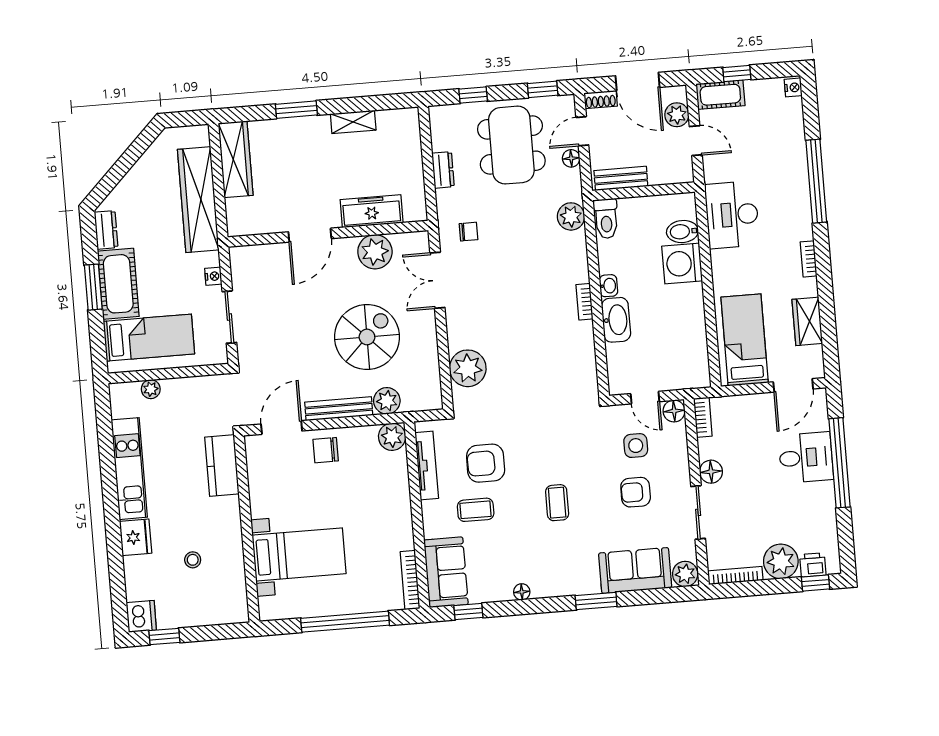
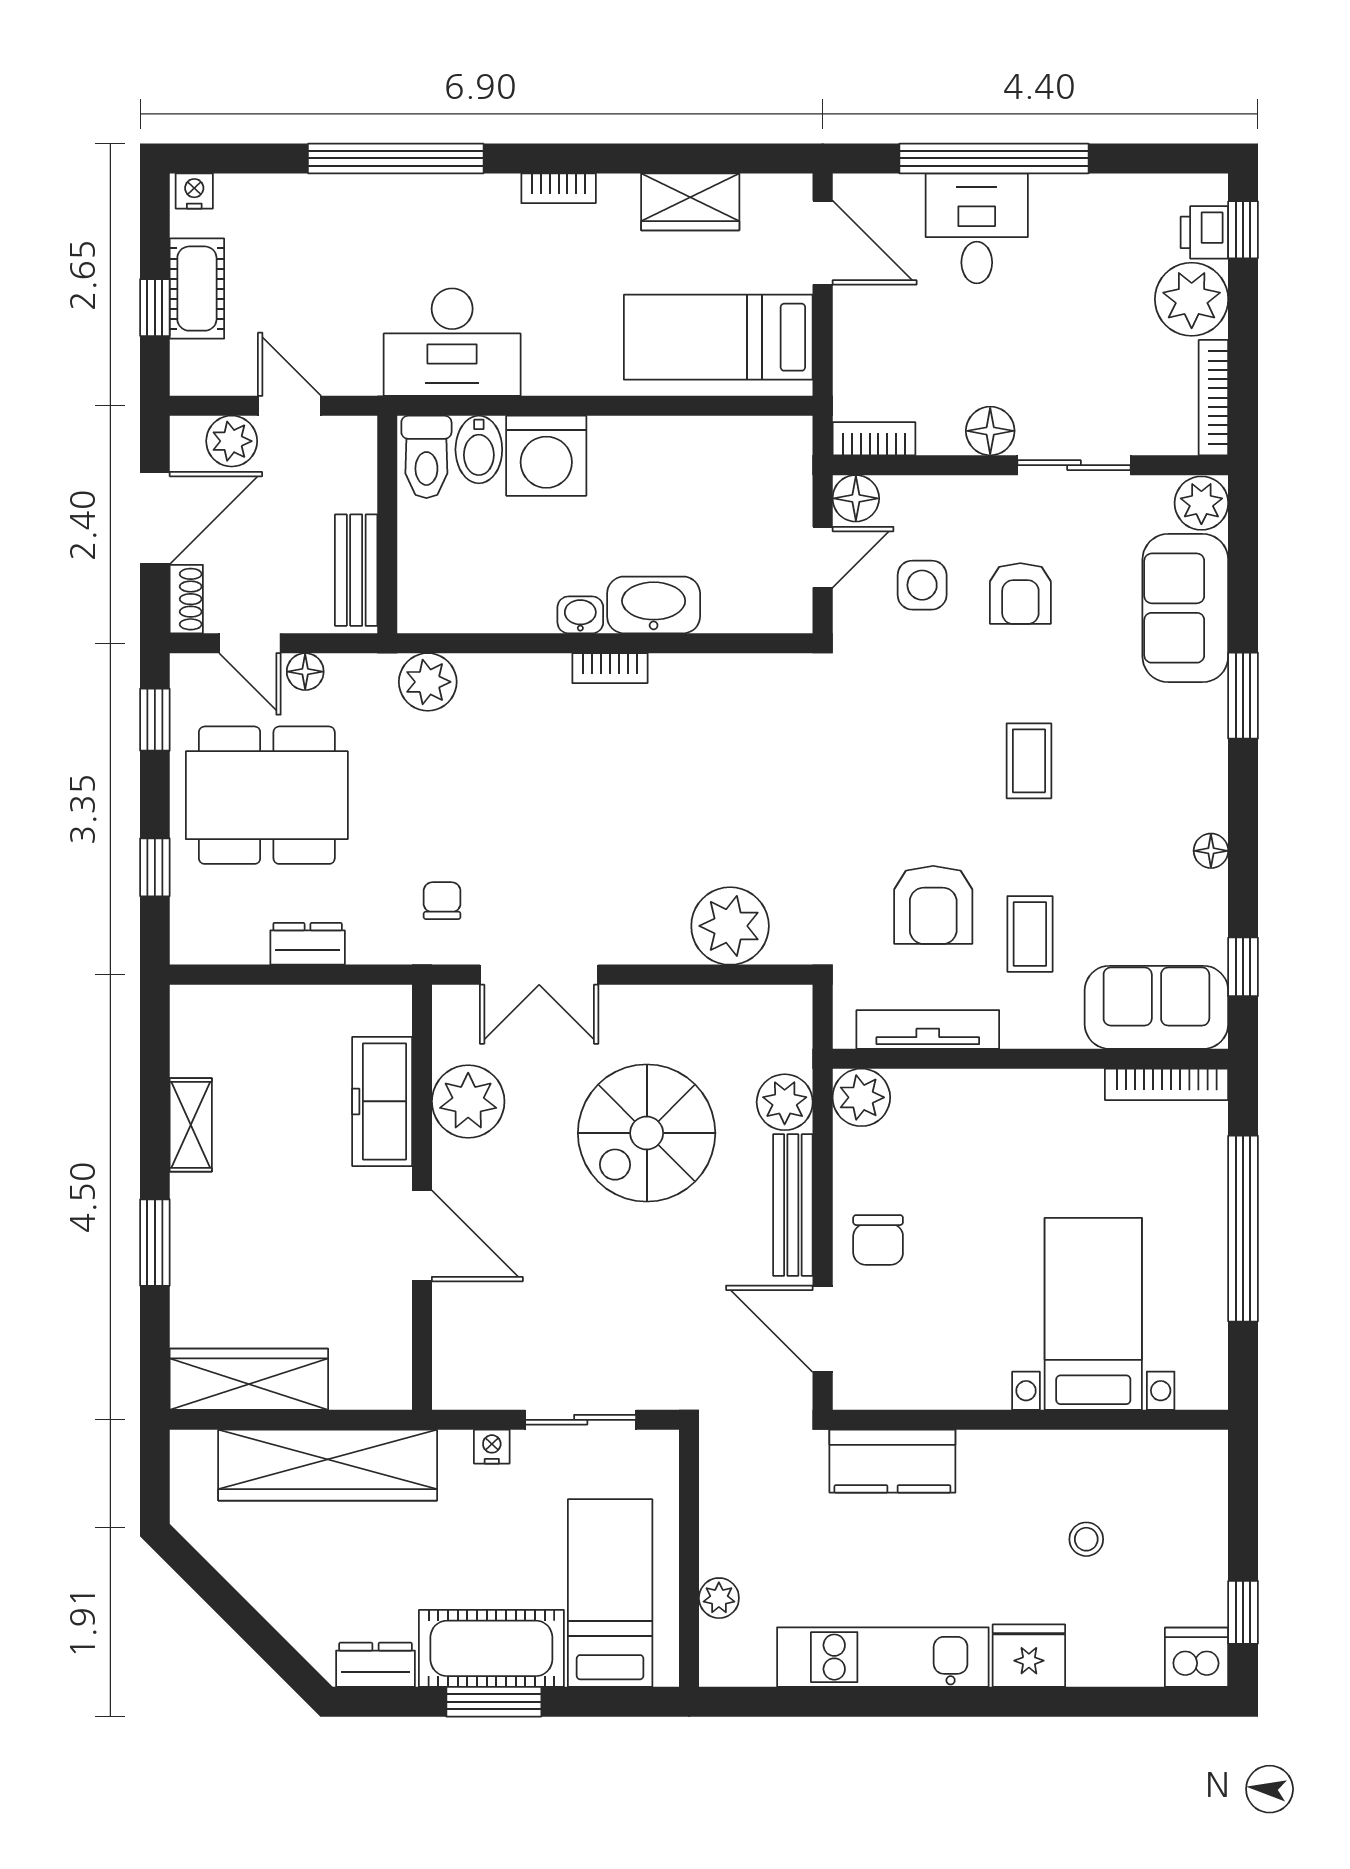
cot: (720, 95) -> (197, 289), moved
door: (696, 141) -> (290, 406), hinge flipped
toilet: (606, 219) -> (426, 457), moved, turned 90
spiral stairs: (367, 337) -> (647, 1133), turned -90
coffee table: (557, 503) -> (1029, 761), turned 90

